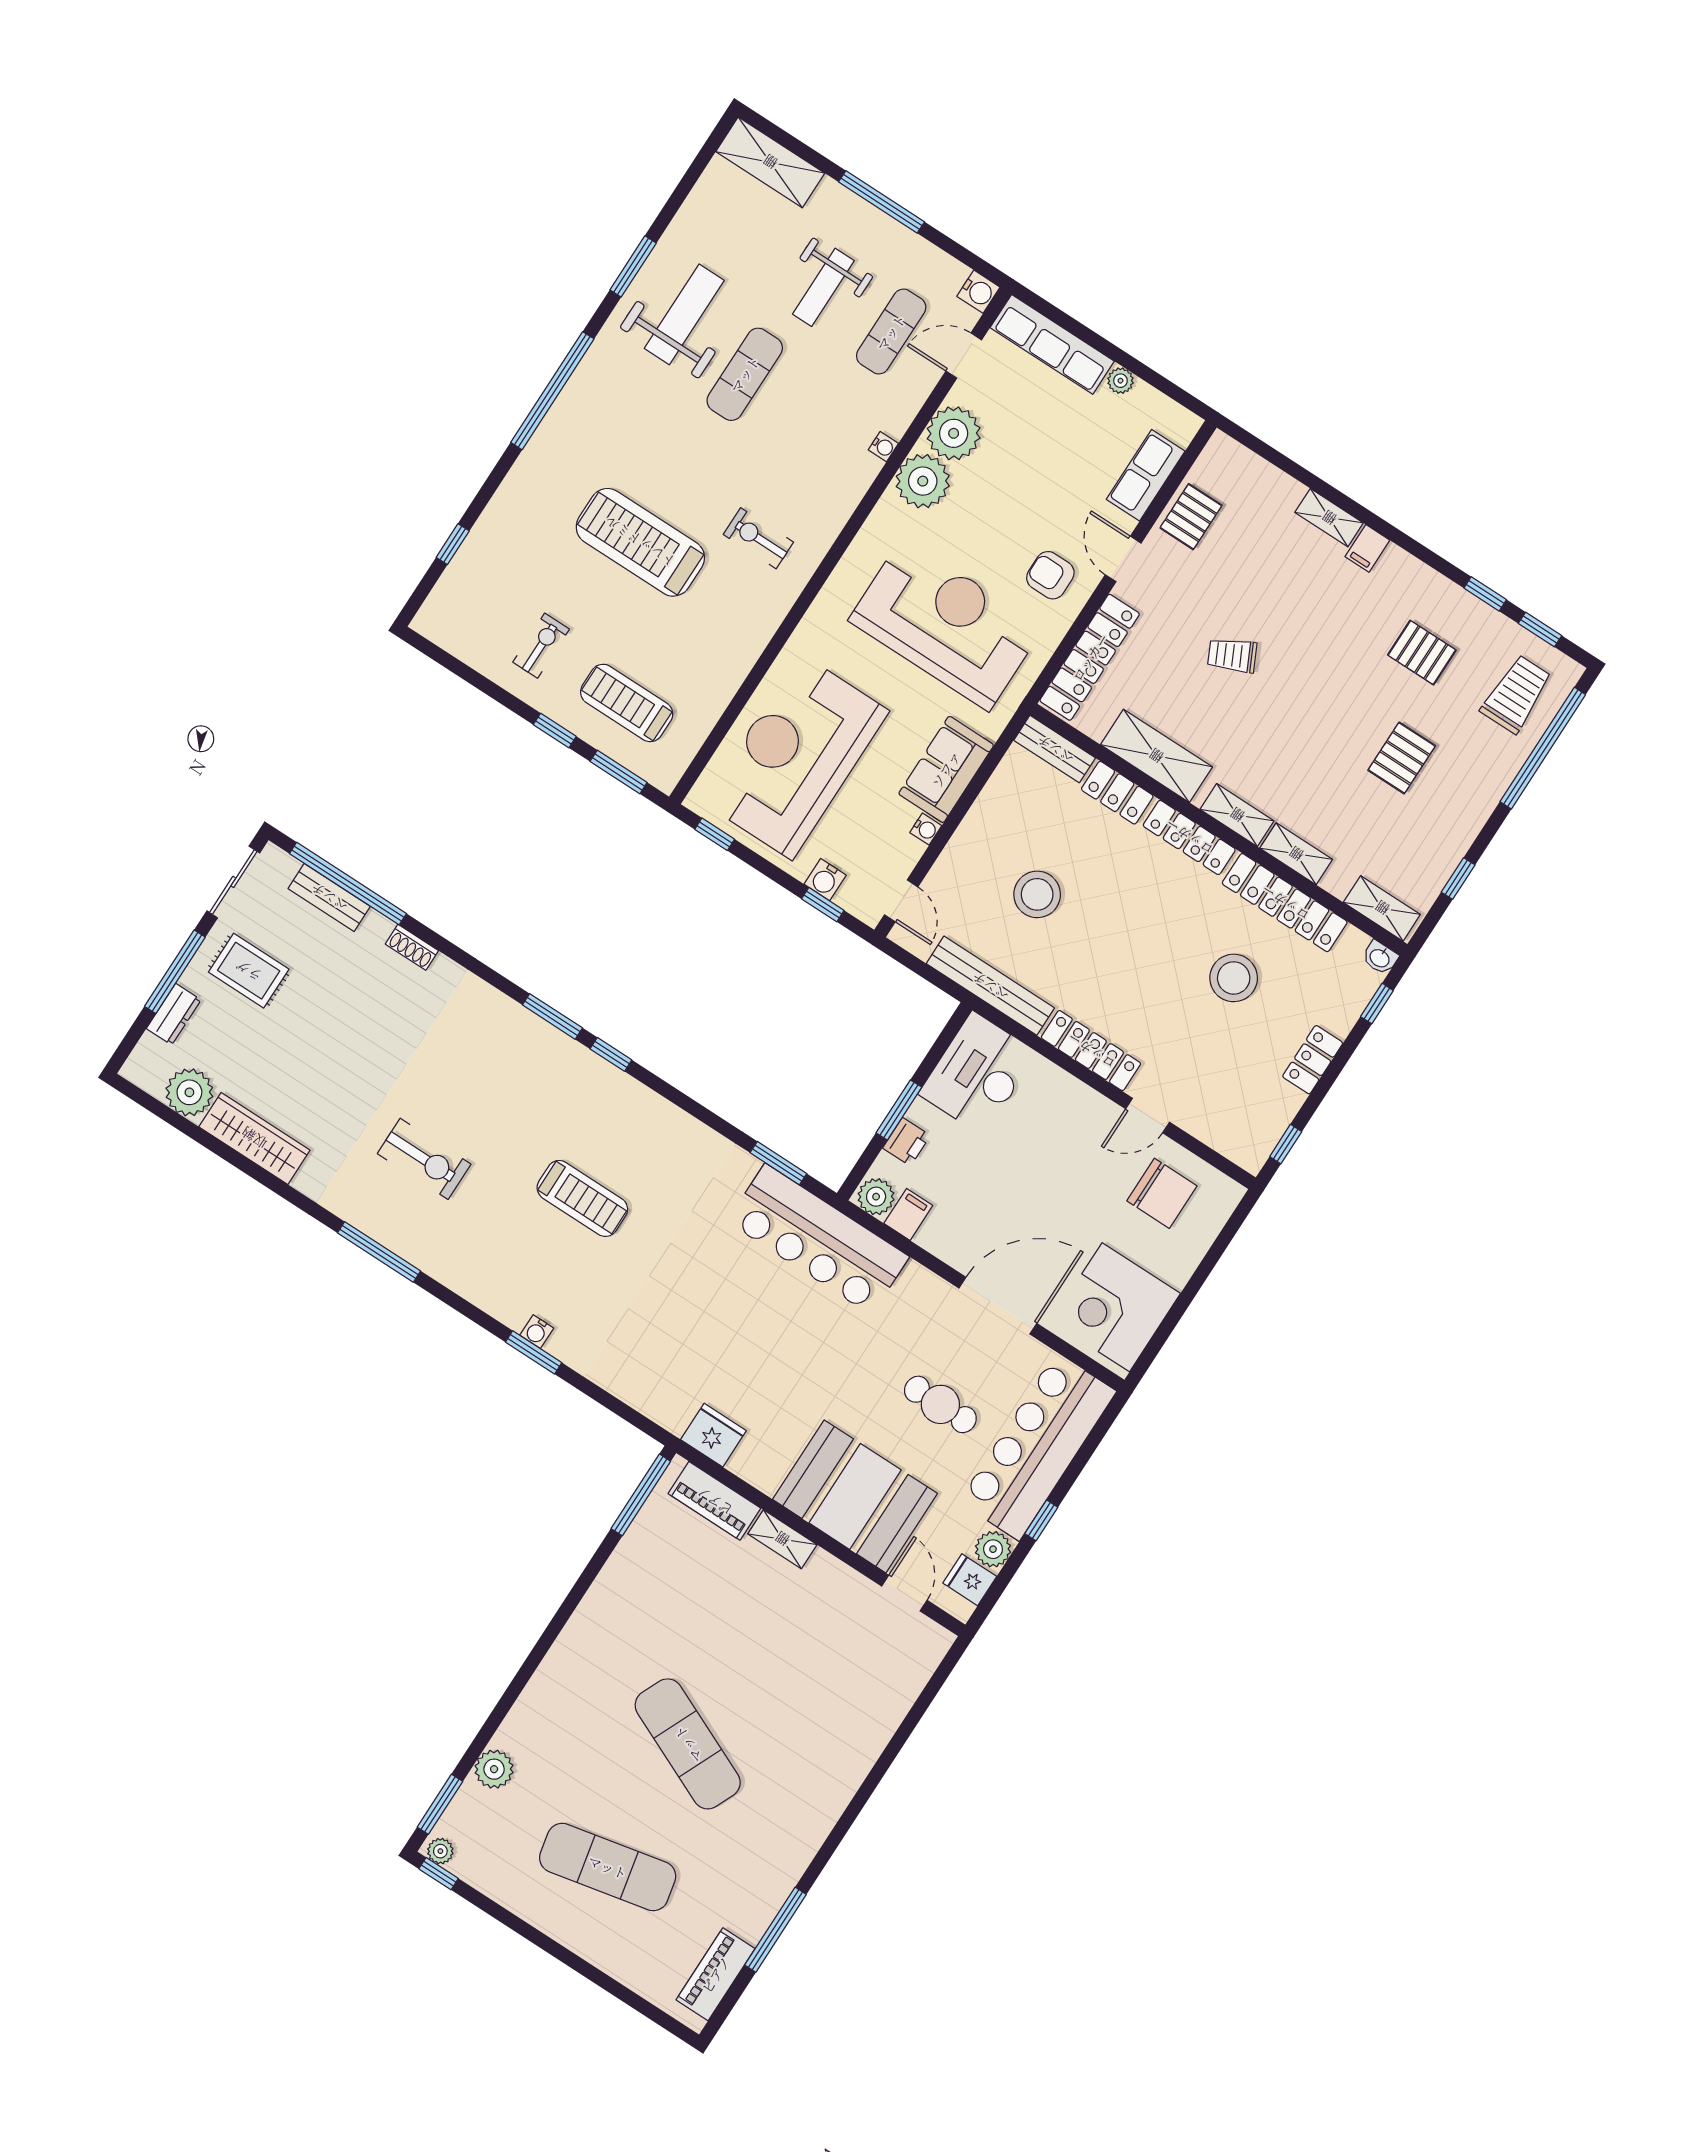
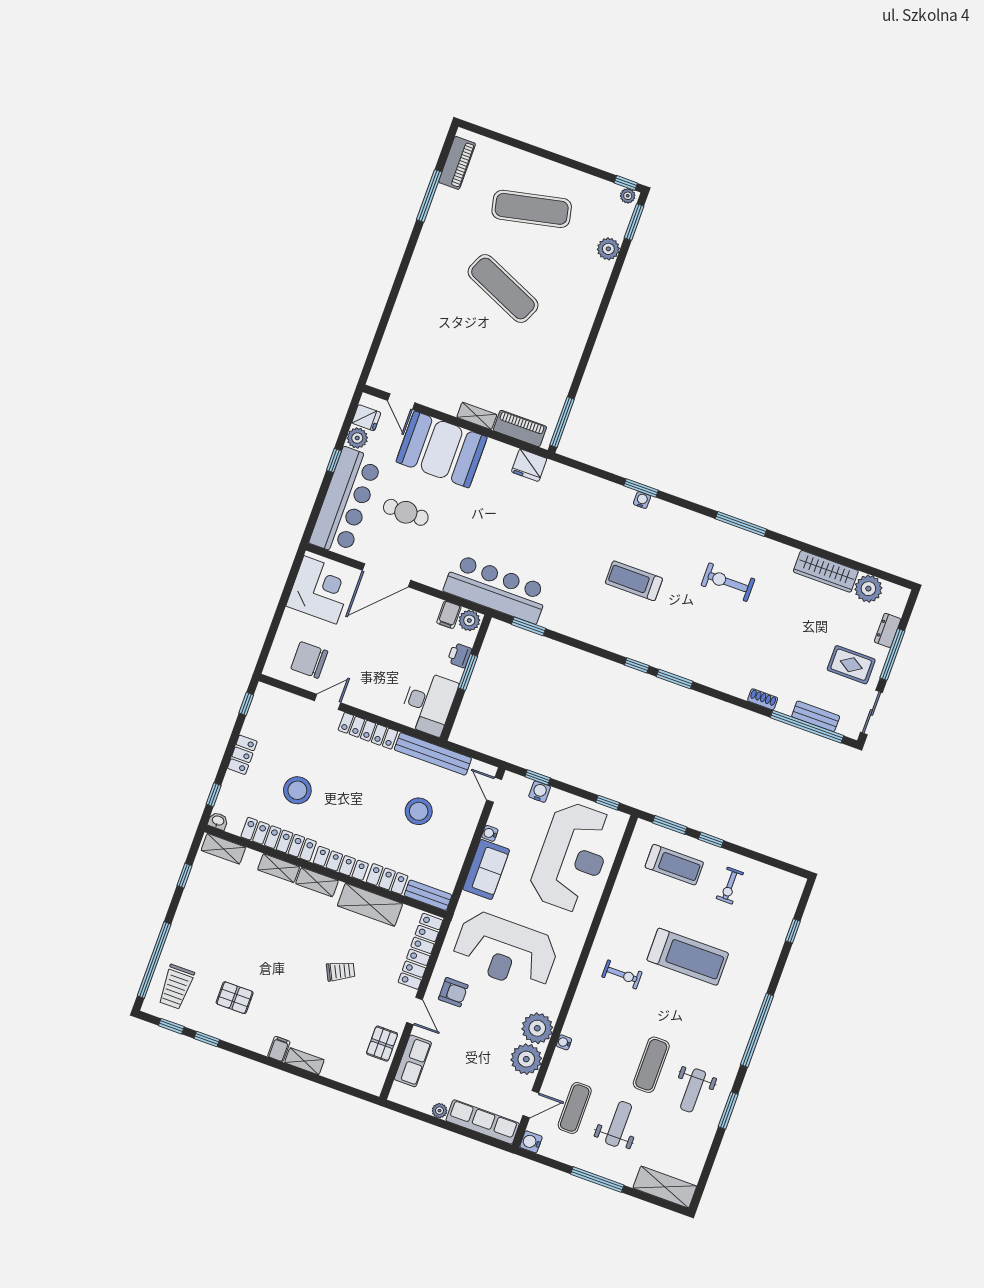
weight bench: (684, 314) -> (693, 1090), width x0.73, depth x0.75
pallet: (1402, 758) -> (232, 936), removed

